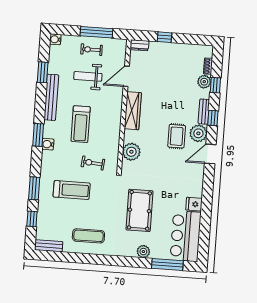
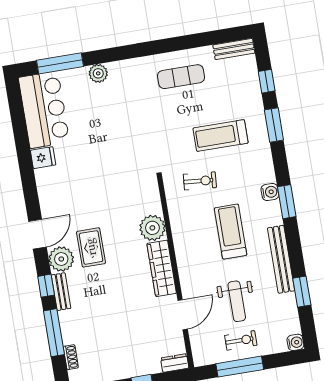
weight bench: (88, 76) -> (237, 301), turned 90
plant: (204, 82) -> (71, 334), removed
window: (215, 85) -> (54, 333), width x2.17
plant: (131, 152) -> (152, 228), moved
pool table: (139, 210) -> (118, 130), removed

